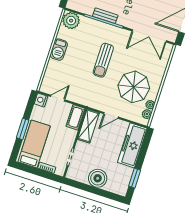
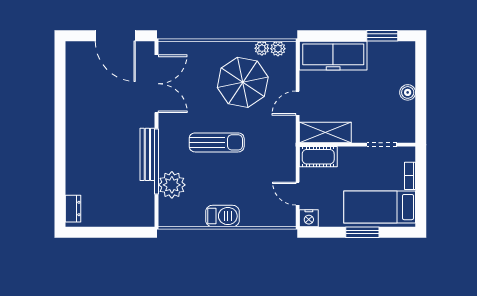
bench: (105, 16) -> (147, 154), width x1.36
plant: (71, 21) -> (172, 185), moved
door: (111, 115) -> (298, 103), swing flipped
boiler: (98, 178) -> (408, 92), width x0.54, depth x0.54

